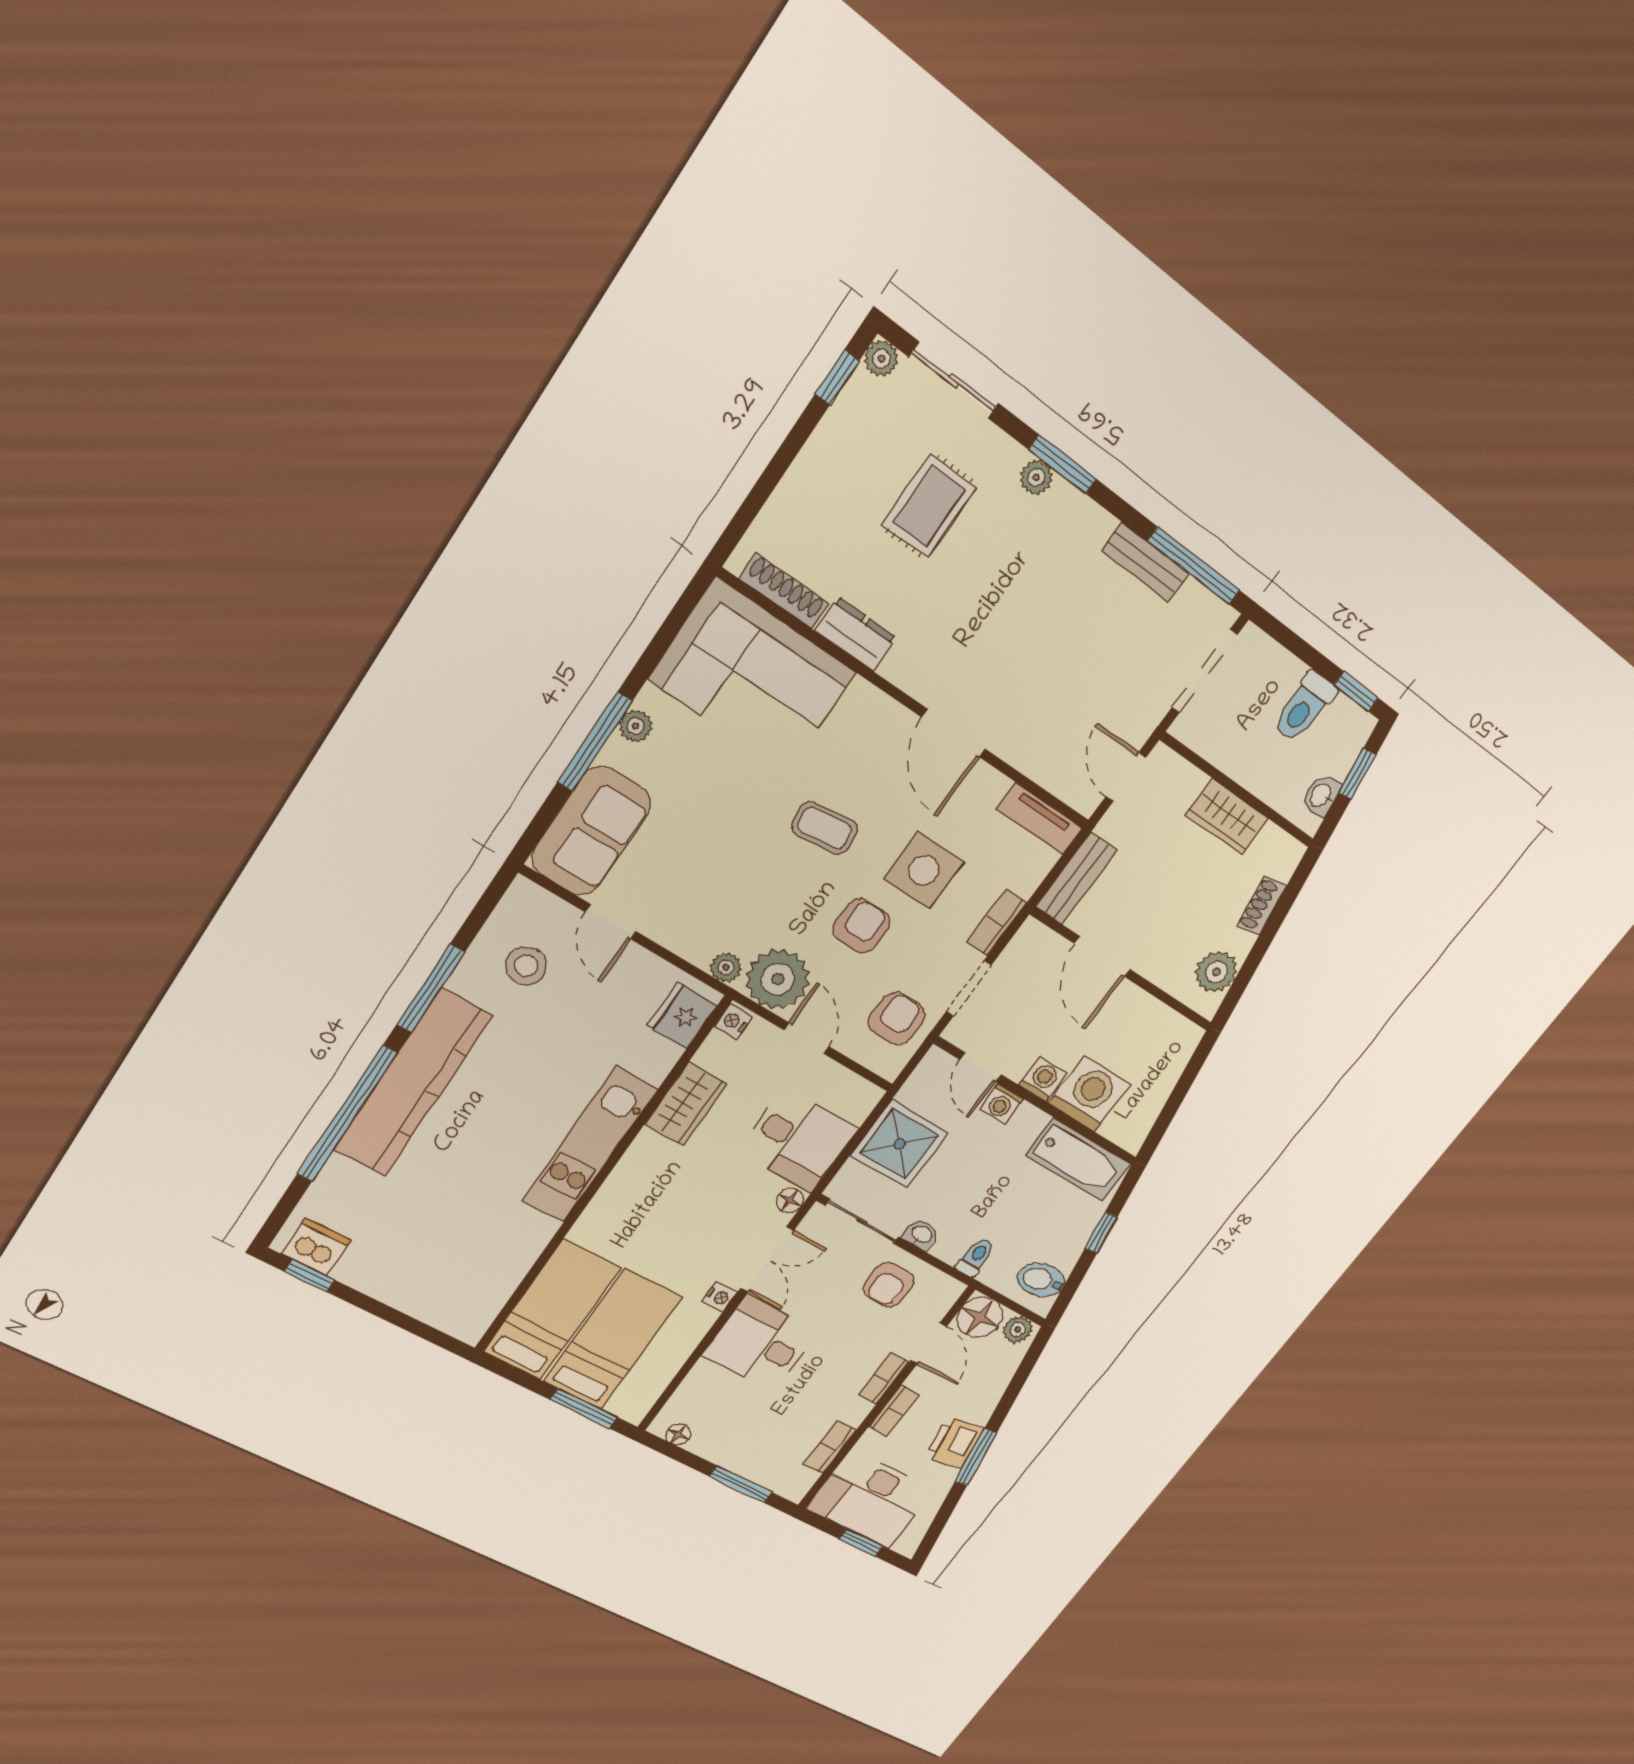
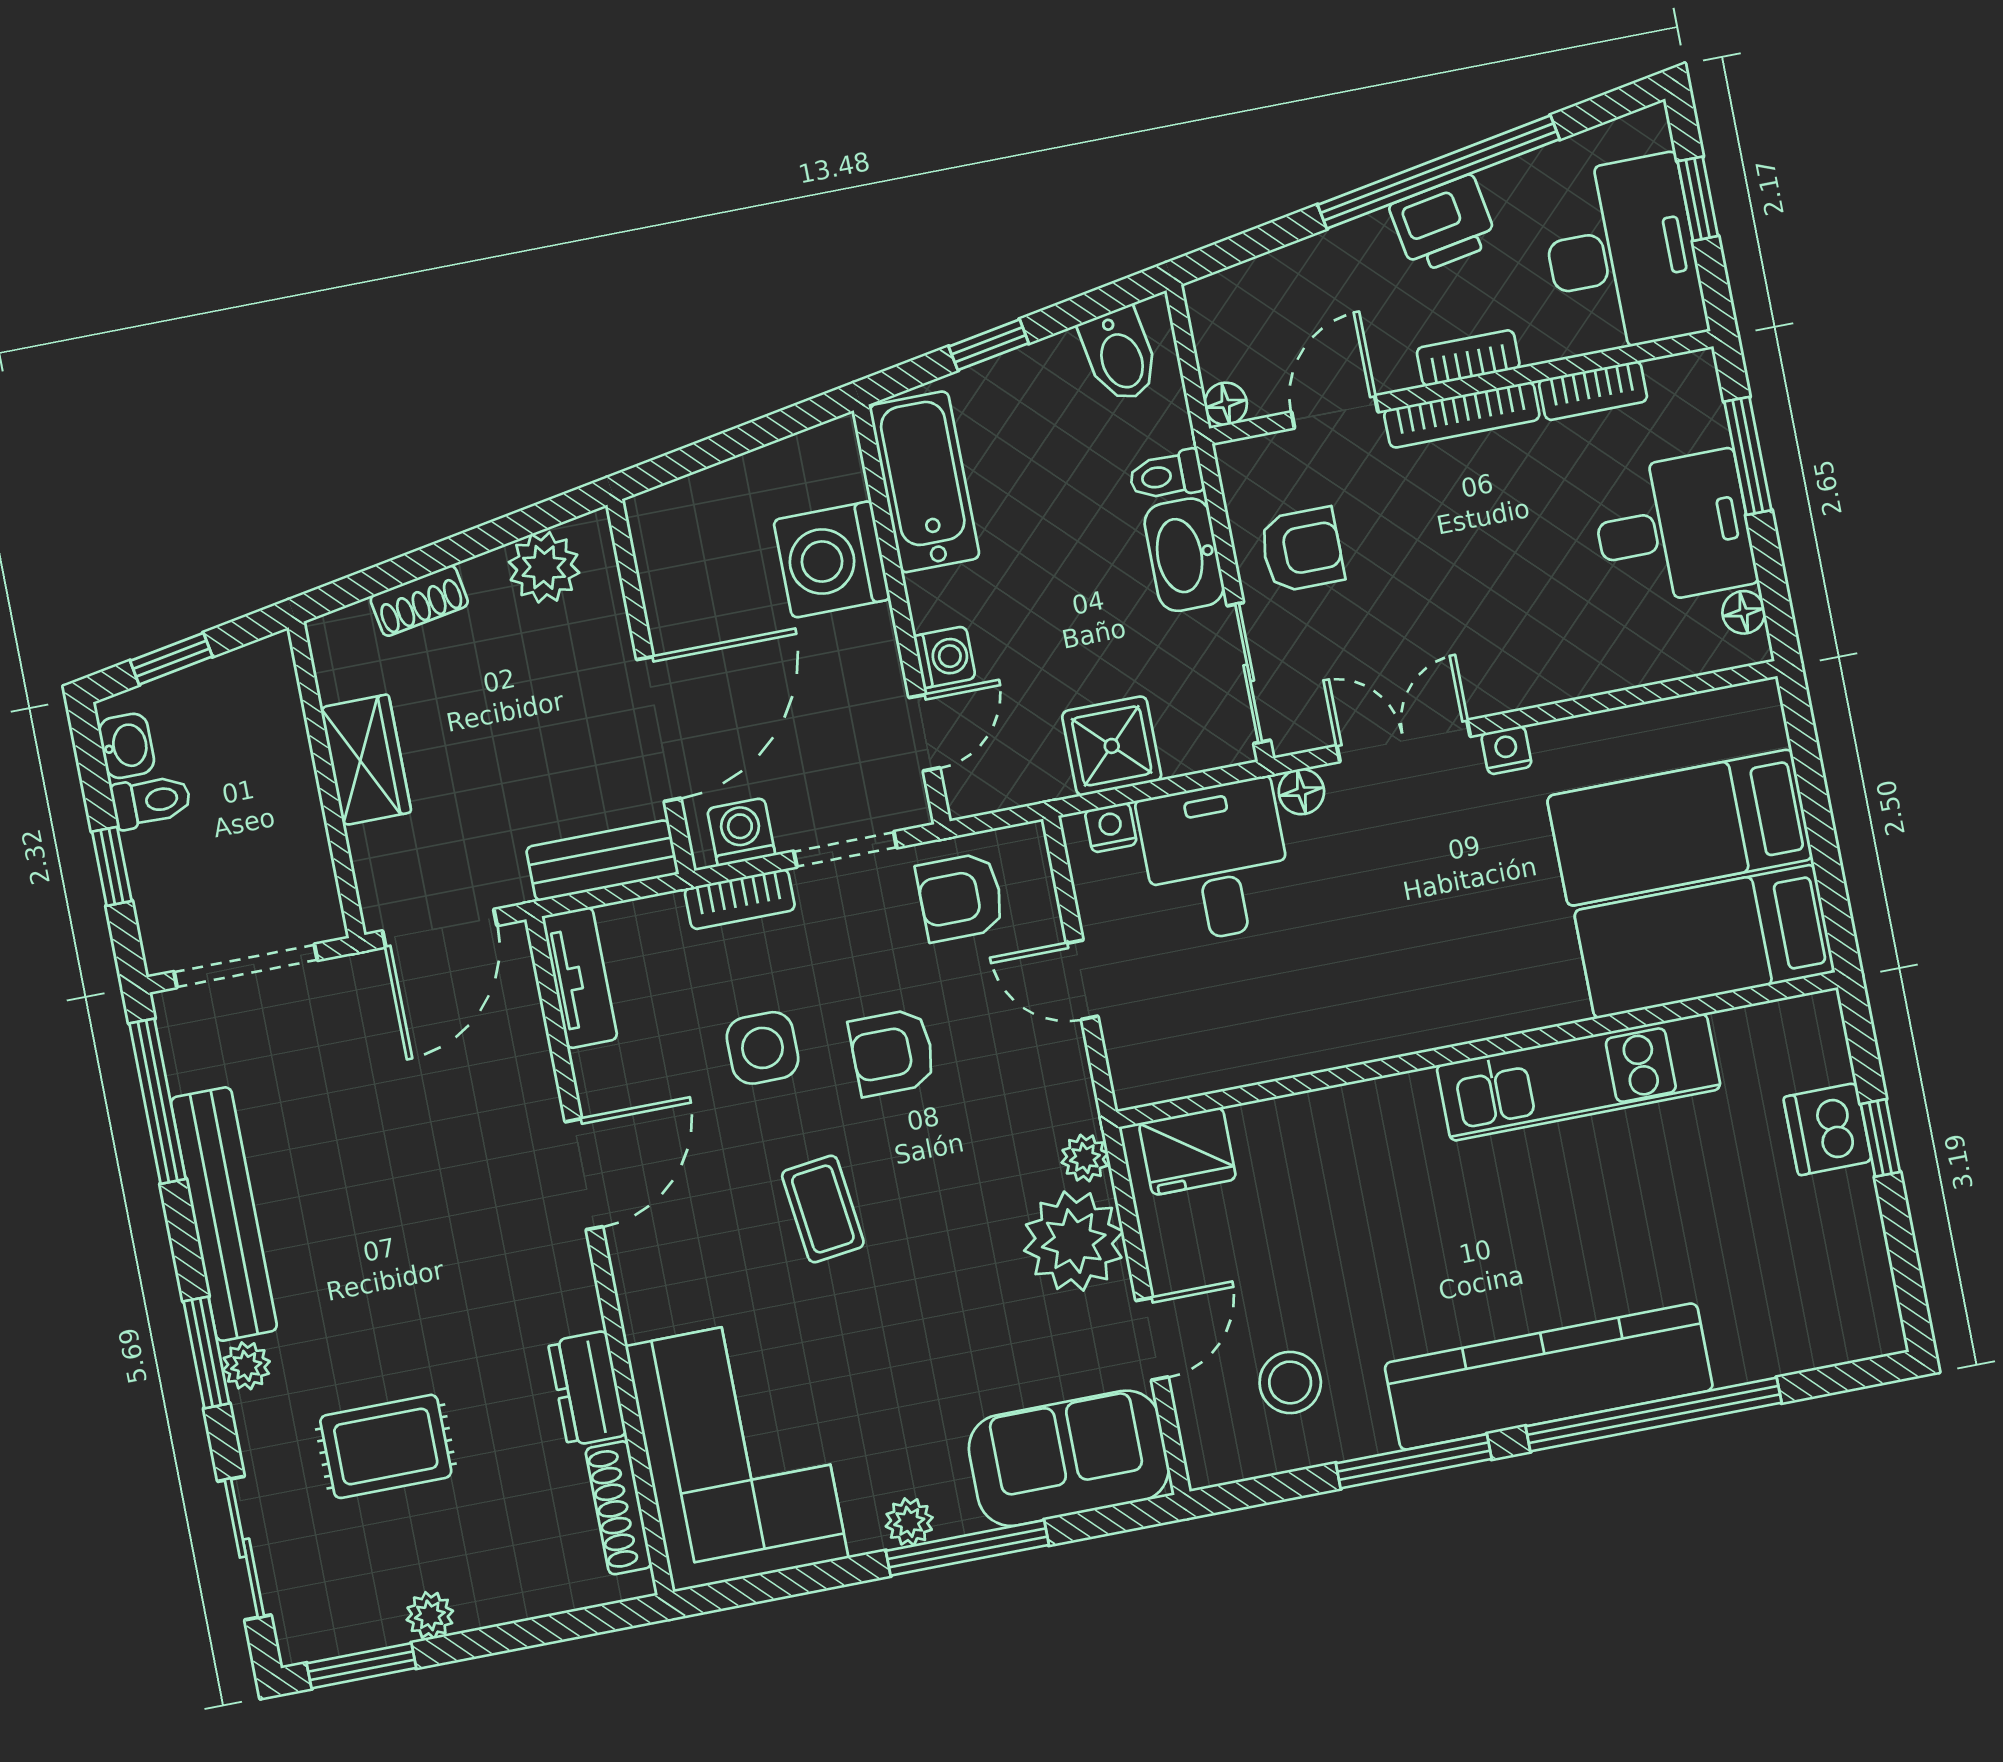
plant: (881, 359) -> (430, 1615), moved
window: (837, 377) -> (361, 1666), width x1.50
bench: (1145, 562) -> (224, 1214), width x1.86, depth x1.21
window: (1356, 691) -> (112, 866), moved
toilet: (1304, 707) -> (151, 801), width x0.73, depth x0.72
door: (1126, 777) -> (440, 928), width x1.38
washbasin: (1321, 795) -> (126, 746), moved, turned -80
side table: (924, 870) -> (763, 1048), width x0.73, depth x0.73
door: (1102, 957) -> (659, 729), width x1.36
plant: (778, 979) -> (1074, 1241), moved
nightstand: (733, 1022) -> (1111, 828), moved, turned 180
door: (806, 1038) -> (1082, 980), hinge flipped
washing machine: (1043, 1079) -> (741, 832), moved, turned 90
wardrobe: (686, 1104) -> (1292, 1040), removed
shower: (900, 1144) -> (1112, 746), width x0.73, depth x0.73
kitchen unit: (590, 1145) -> (1579, 1077), moved
washbasin: (921, 1235) -> (1184, 555), width x1.91, depth x1.45
dishwasher: (316, 1247) -> (1828, 1129), moved
window: (309, 1276) -> (1880, 1138), moved
floor lamp: (980, 1317) -> (1226, 404), width x0.53, depth x0.53
plant: (1018, 1330) -> (1213, 312), removed
desk: (760, 1344) -> (1673, 529), moved, turned -90
bookcase: (884, 1379) -> (1462, 415), width x1.56
window: (584, 1409) -> (1809, 770), removed
window: (976, 1457) -> (1439, 172), width x2.11

